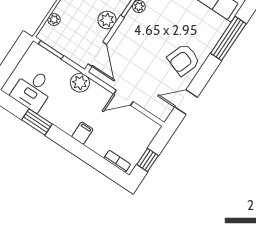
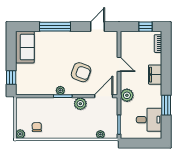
window: (228, 38) -> (55, 27), moved
armchair: (184, 60) -> (81, 72), moved
door: (186, 102) -> (97, 27), swing flipped
filing cabinet: (82, 133) -> (155, 75), width x2.00

